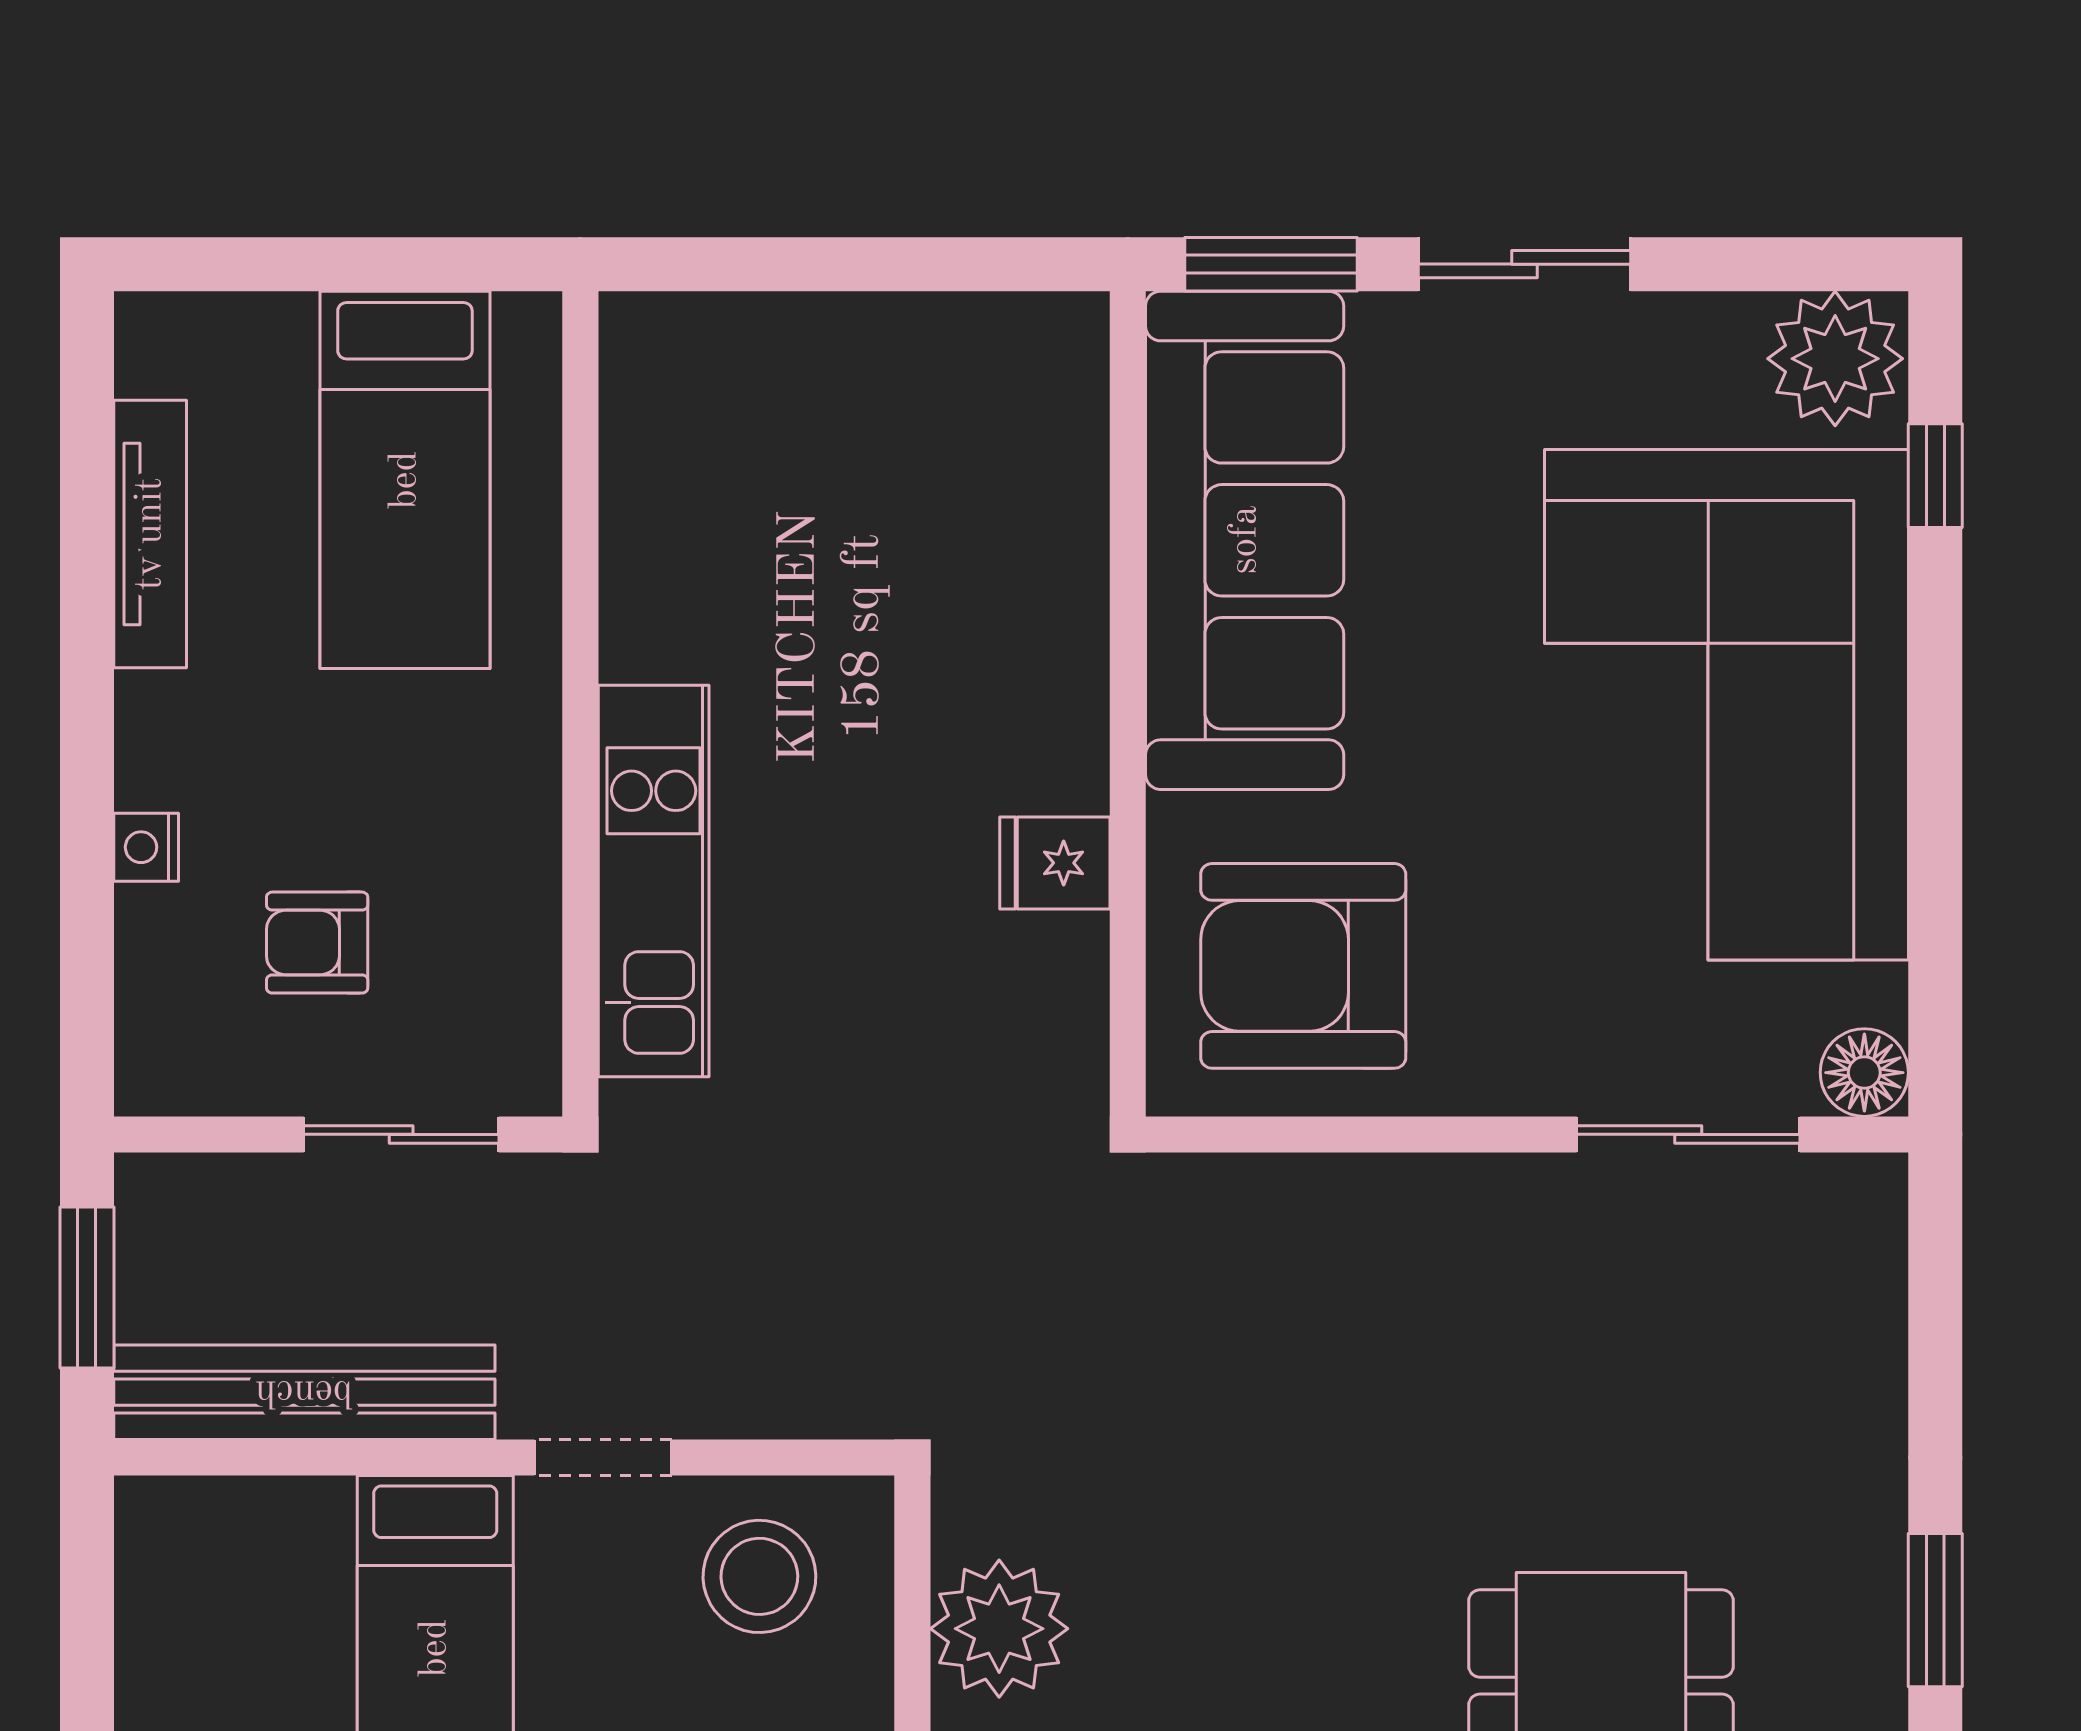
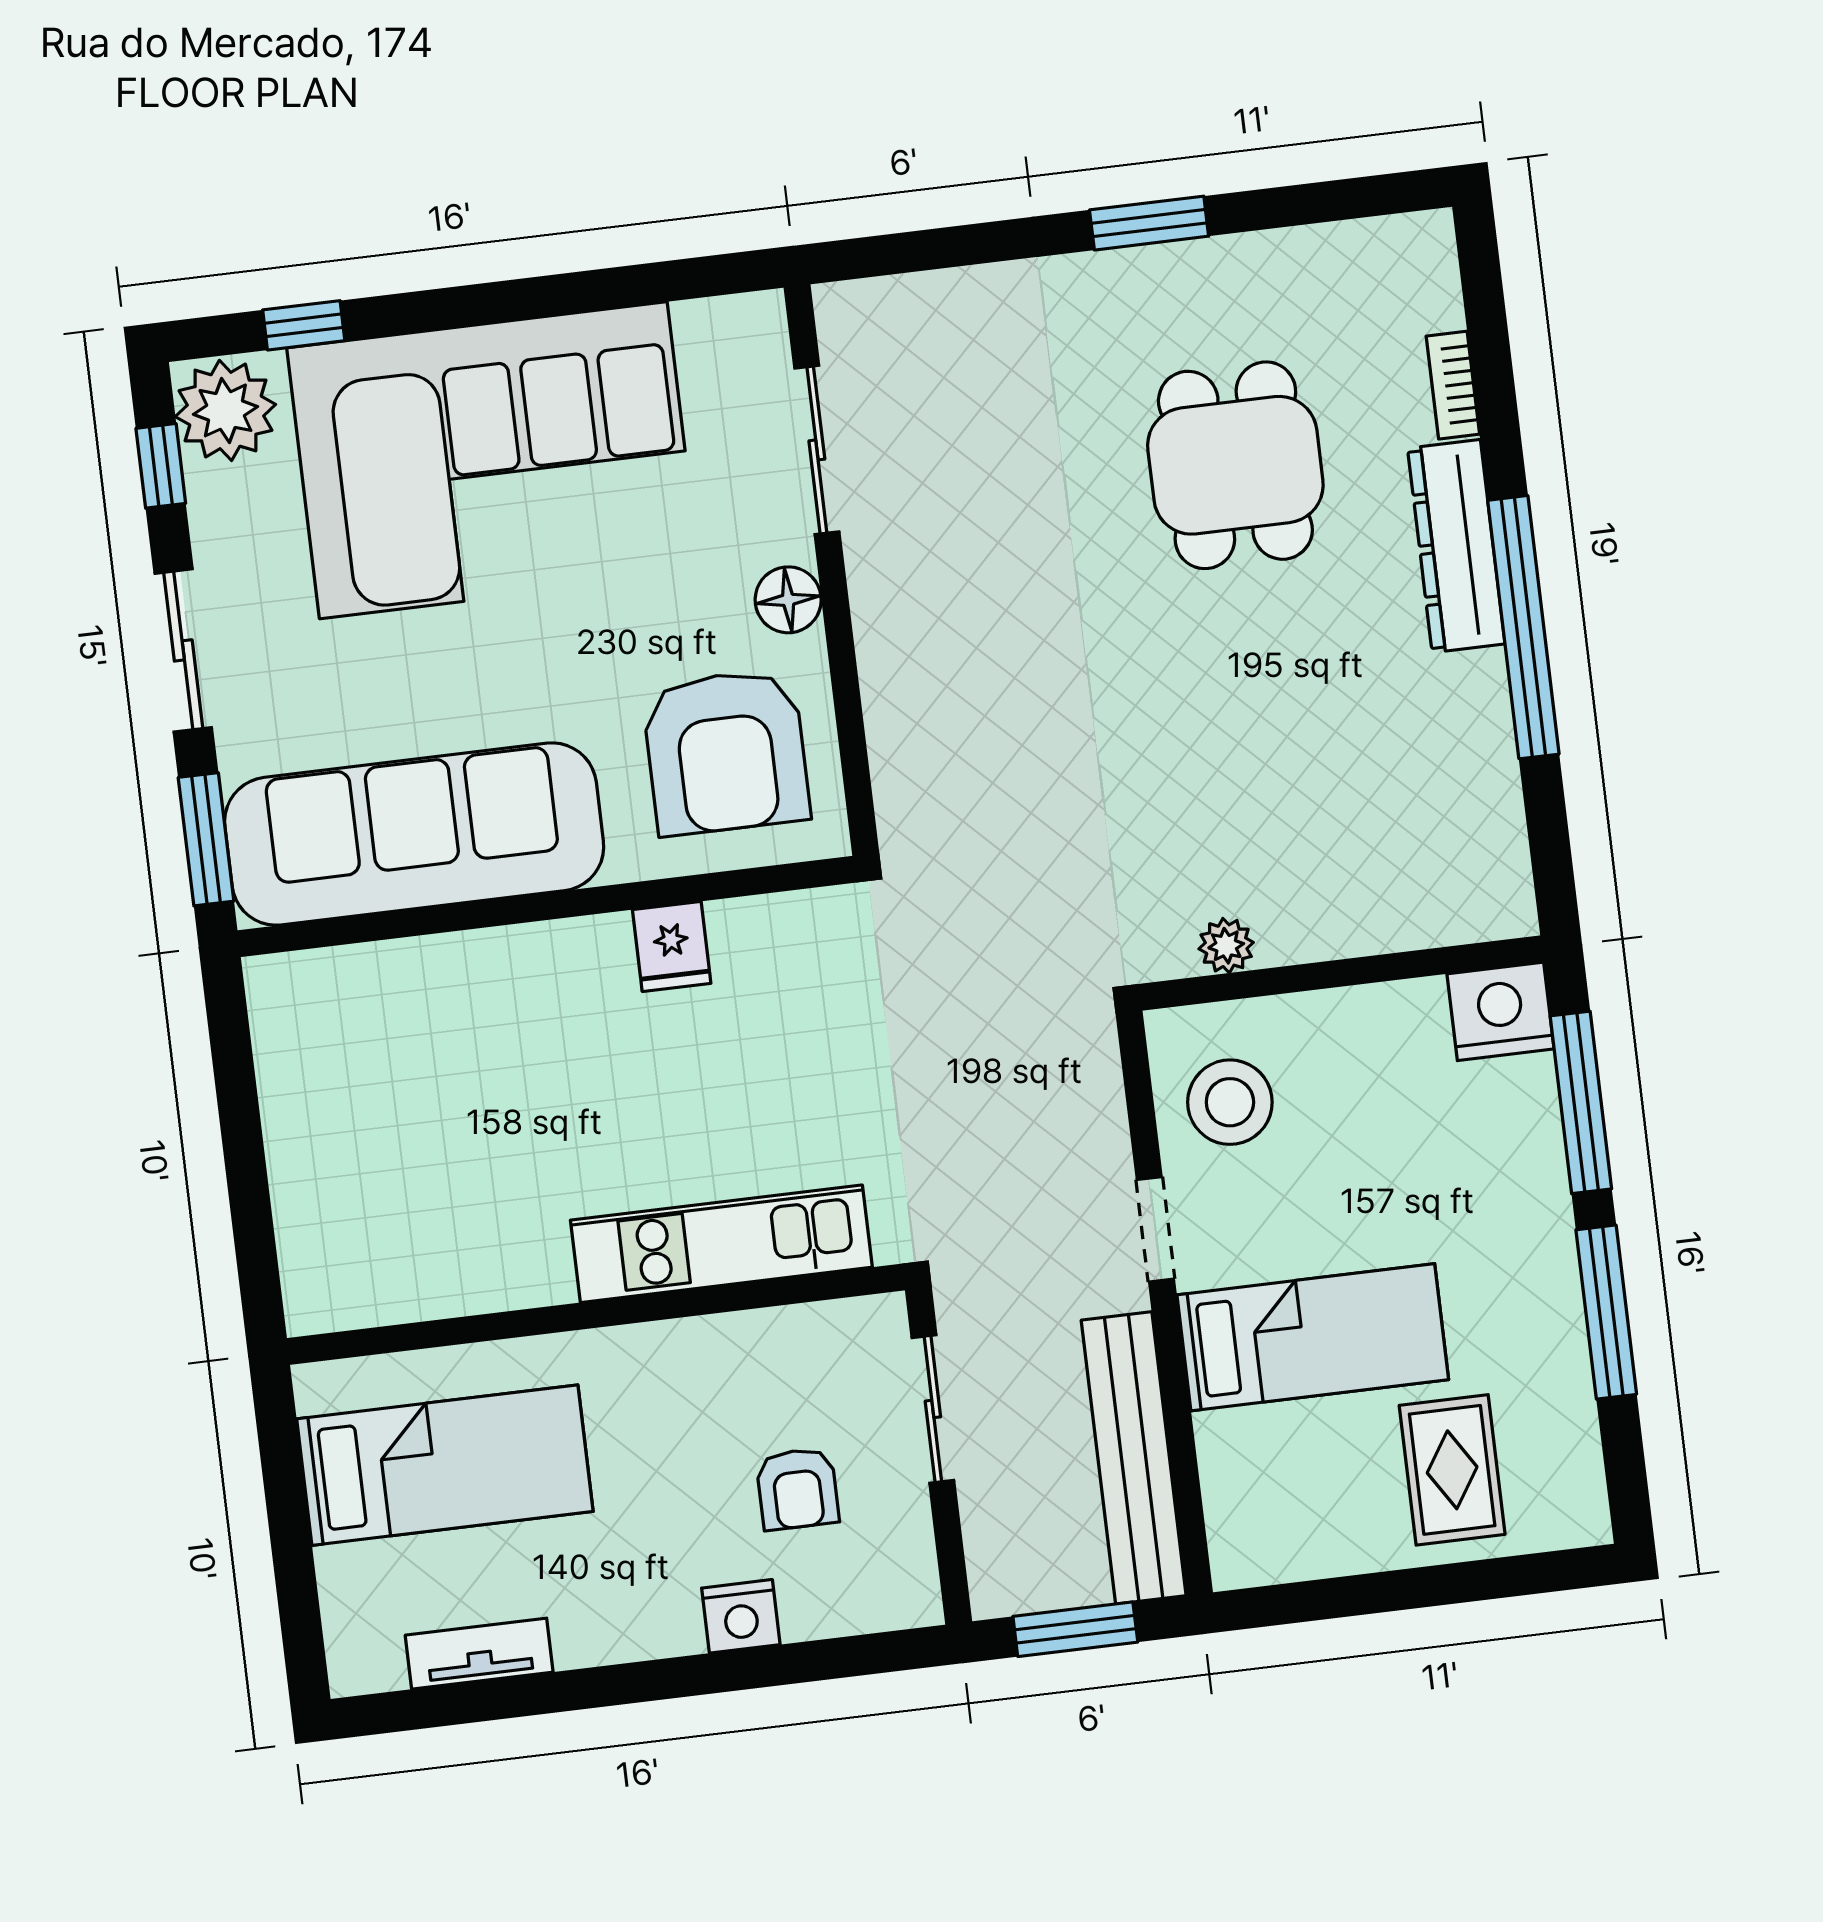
window: (1772, 264) -> (161, 466), added
tv unit: (150, 534) -> (479, 1654), width x0.71
nightstand: (146, 847) -> (741, 1616), width x1.39, depth x1.35
floor lamp: (1864, 1073) -> (788, 600), moved
plant: (999, 1629) -> (1226, 946), width x0.53, depth x0.53

